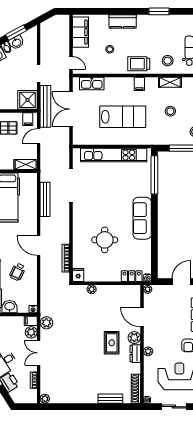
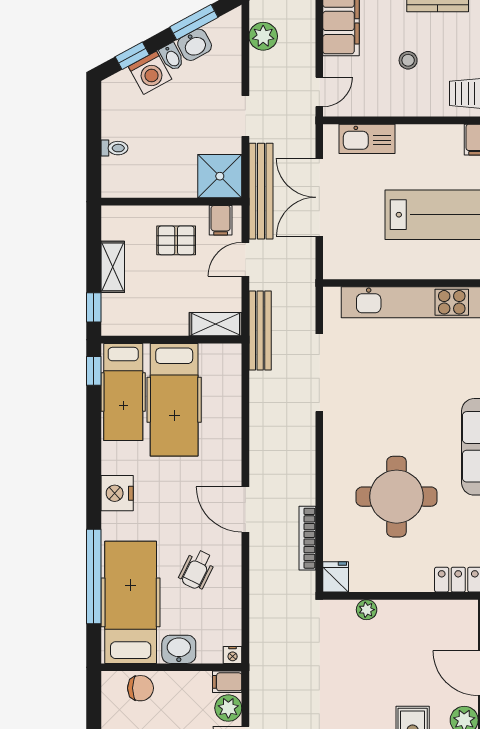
door: (71, 63) -> (319, 92), hinge flipped
bench: (45, 199) -> (260, 330), moved
round table: (105, 240) -> (397, 497), width x1.36, depth x1.36
plant: (46, 323) -> (263, 36), moved

